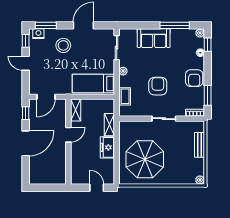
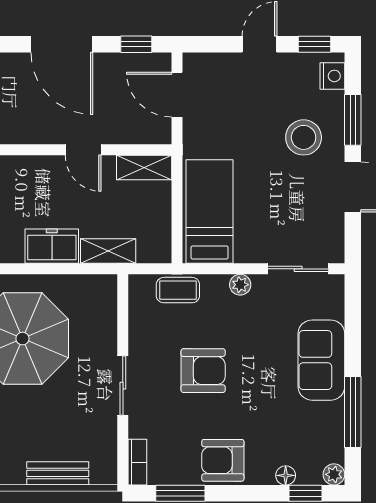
window: (46, 25) -> (353, 120), moved

